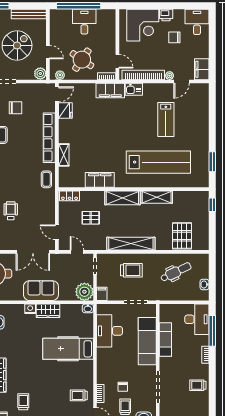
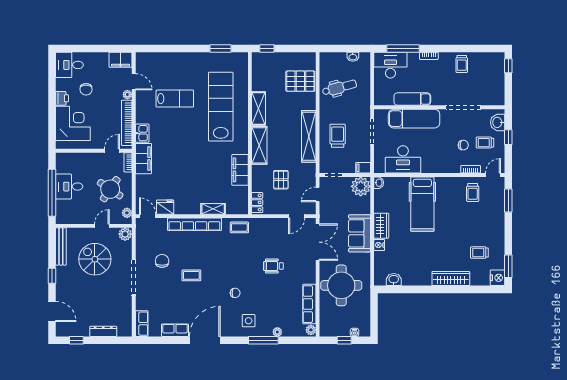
dental chair: (176, 272) -> (339, 88), turned 101

